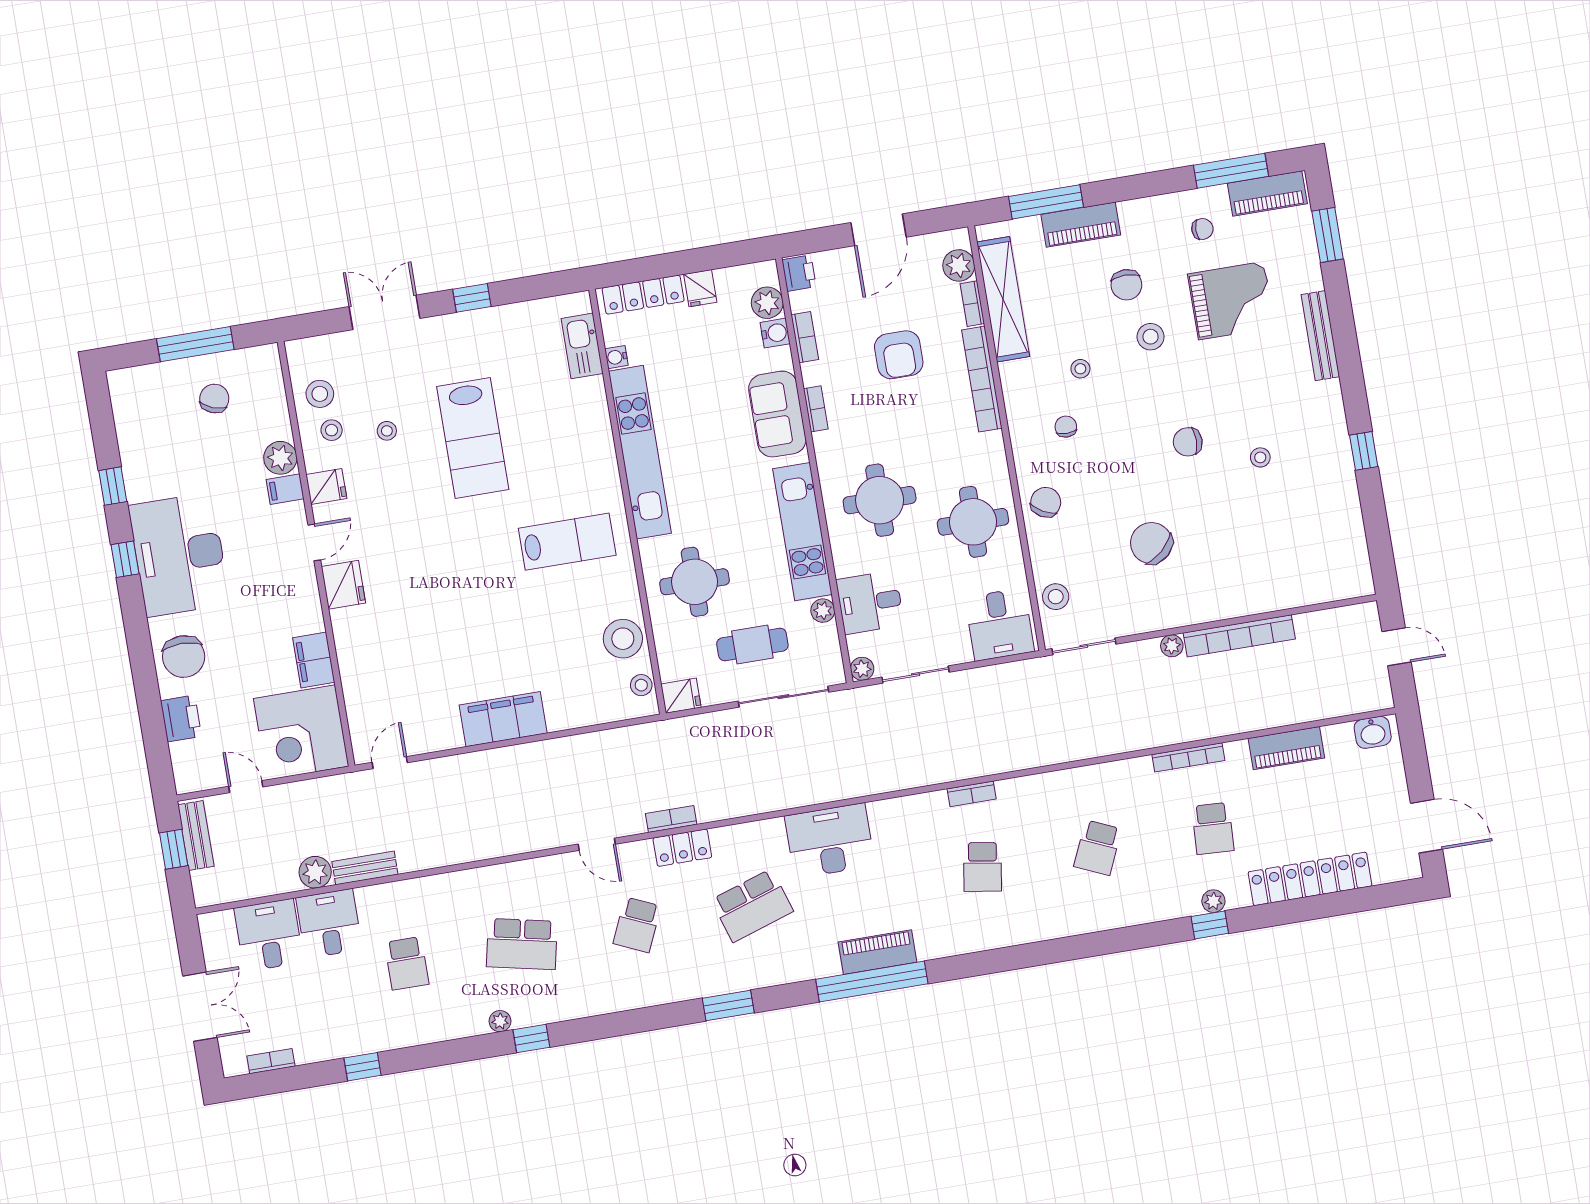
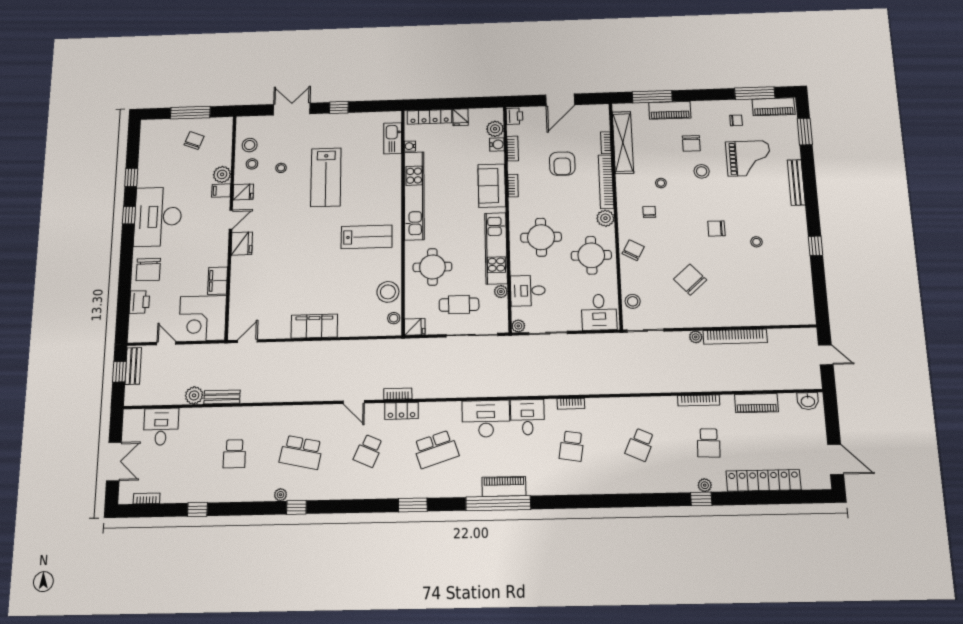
plant: (959, 265) -> (605, 218), moved
desk: (329, 923) -> (527, 417), moved

